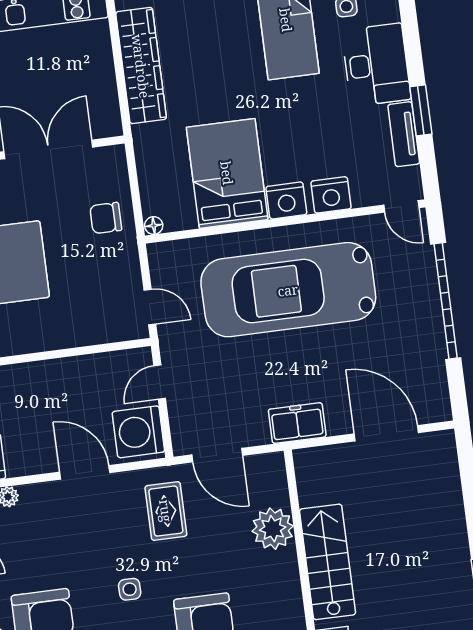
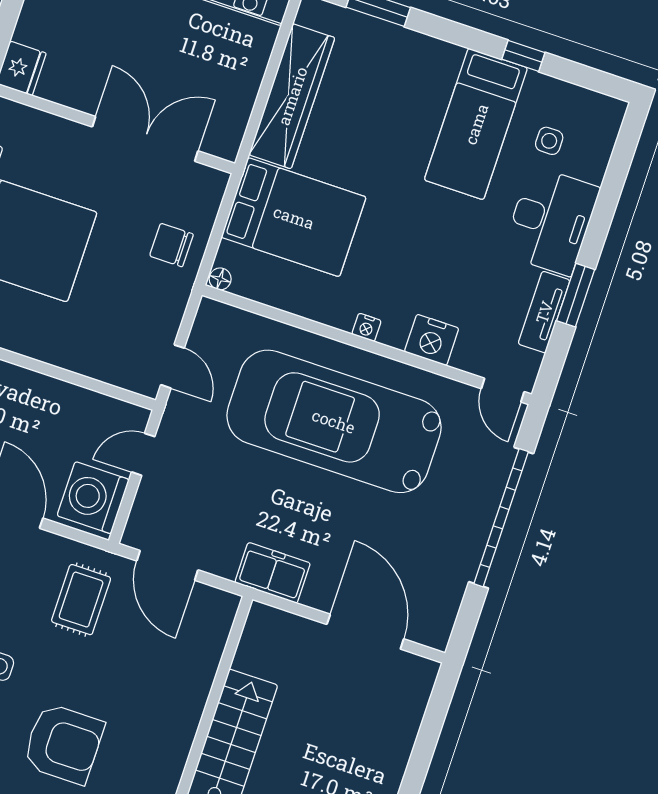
bed: (227, 173) -> (294, 217), moved, turned 90
nightstand: (286, 201) -> (366, 327), width x0.53, depth x0.56
plant: (273, 529) -> (189, 676), removed

